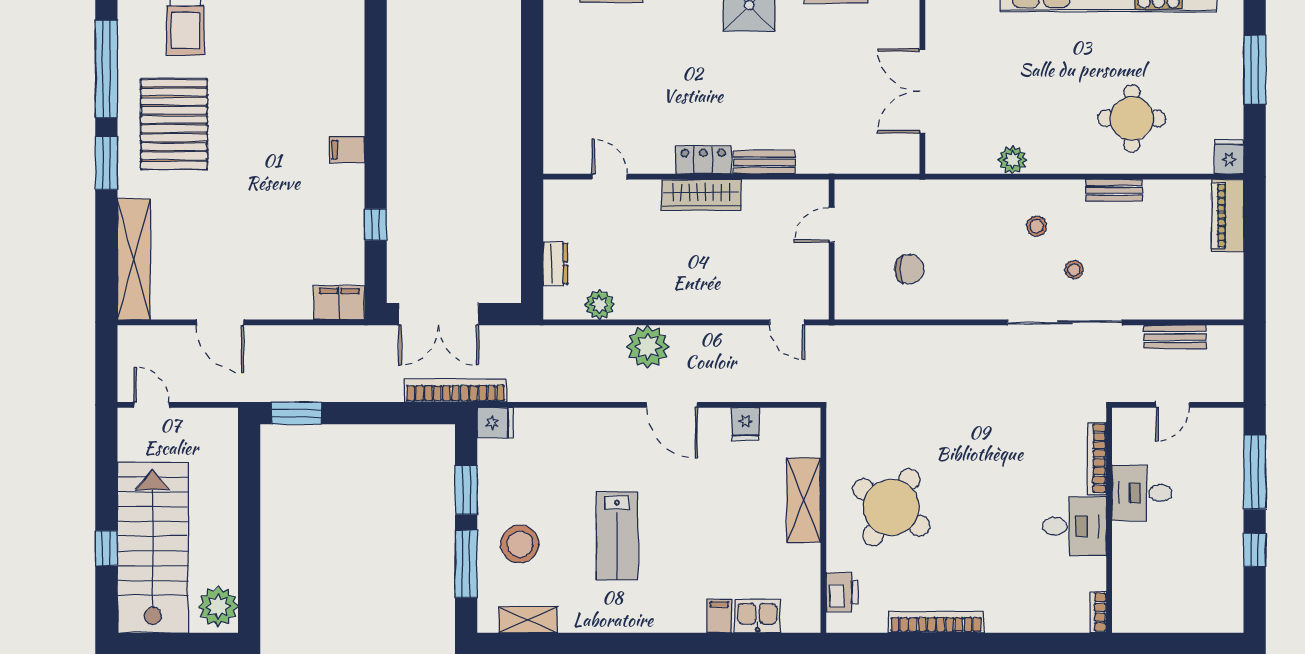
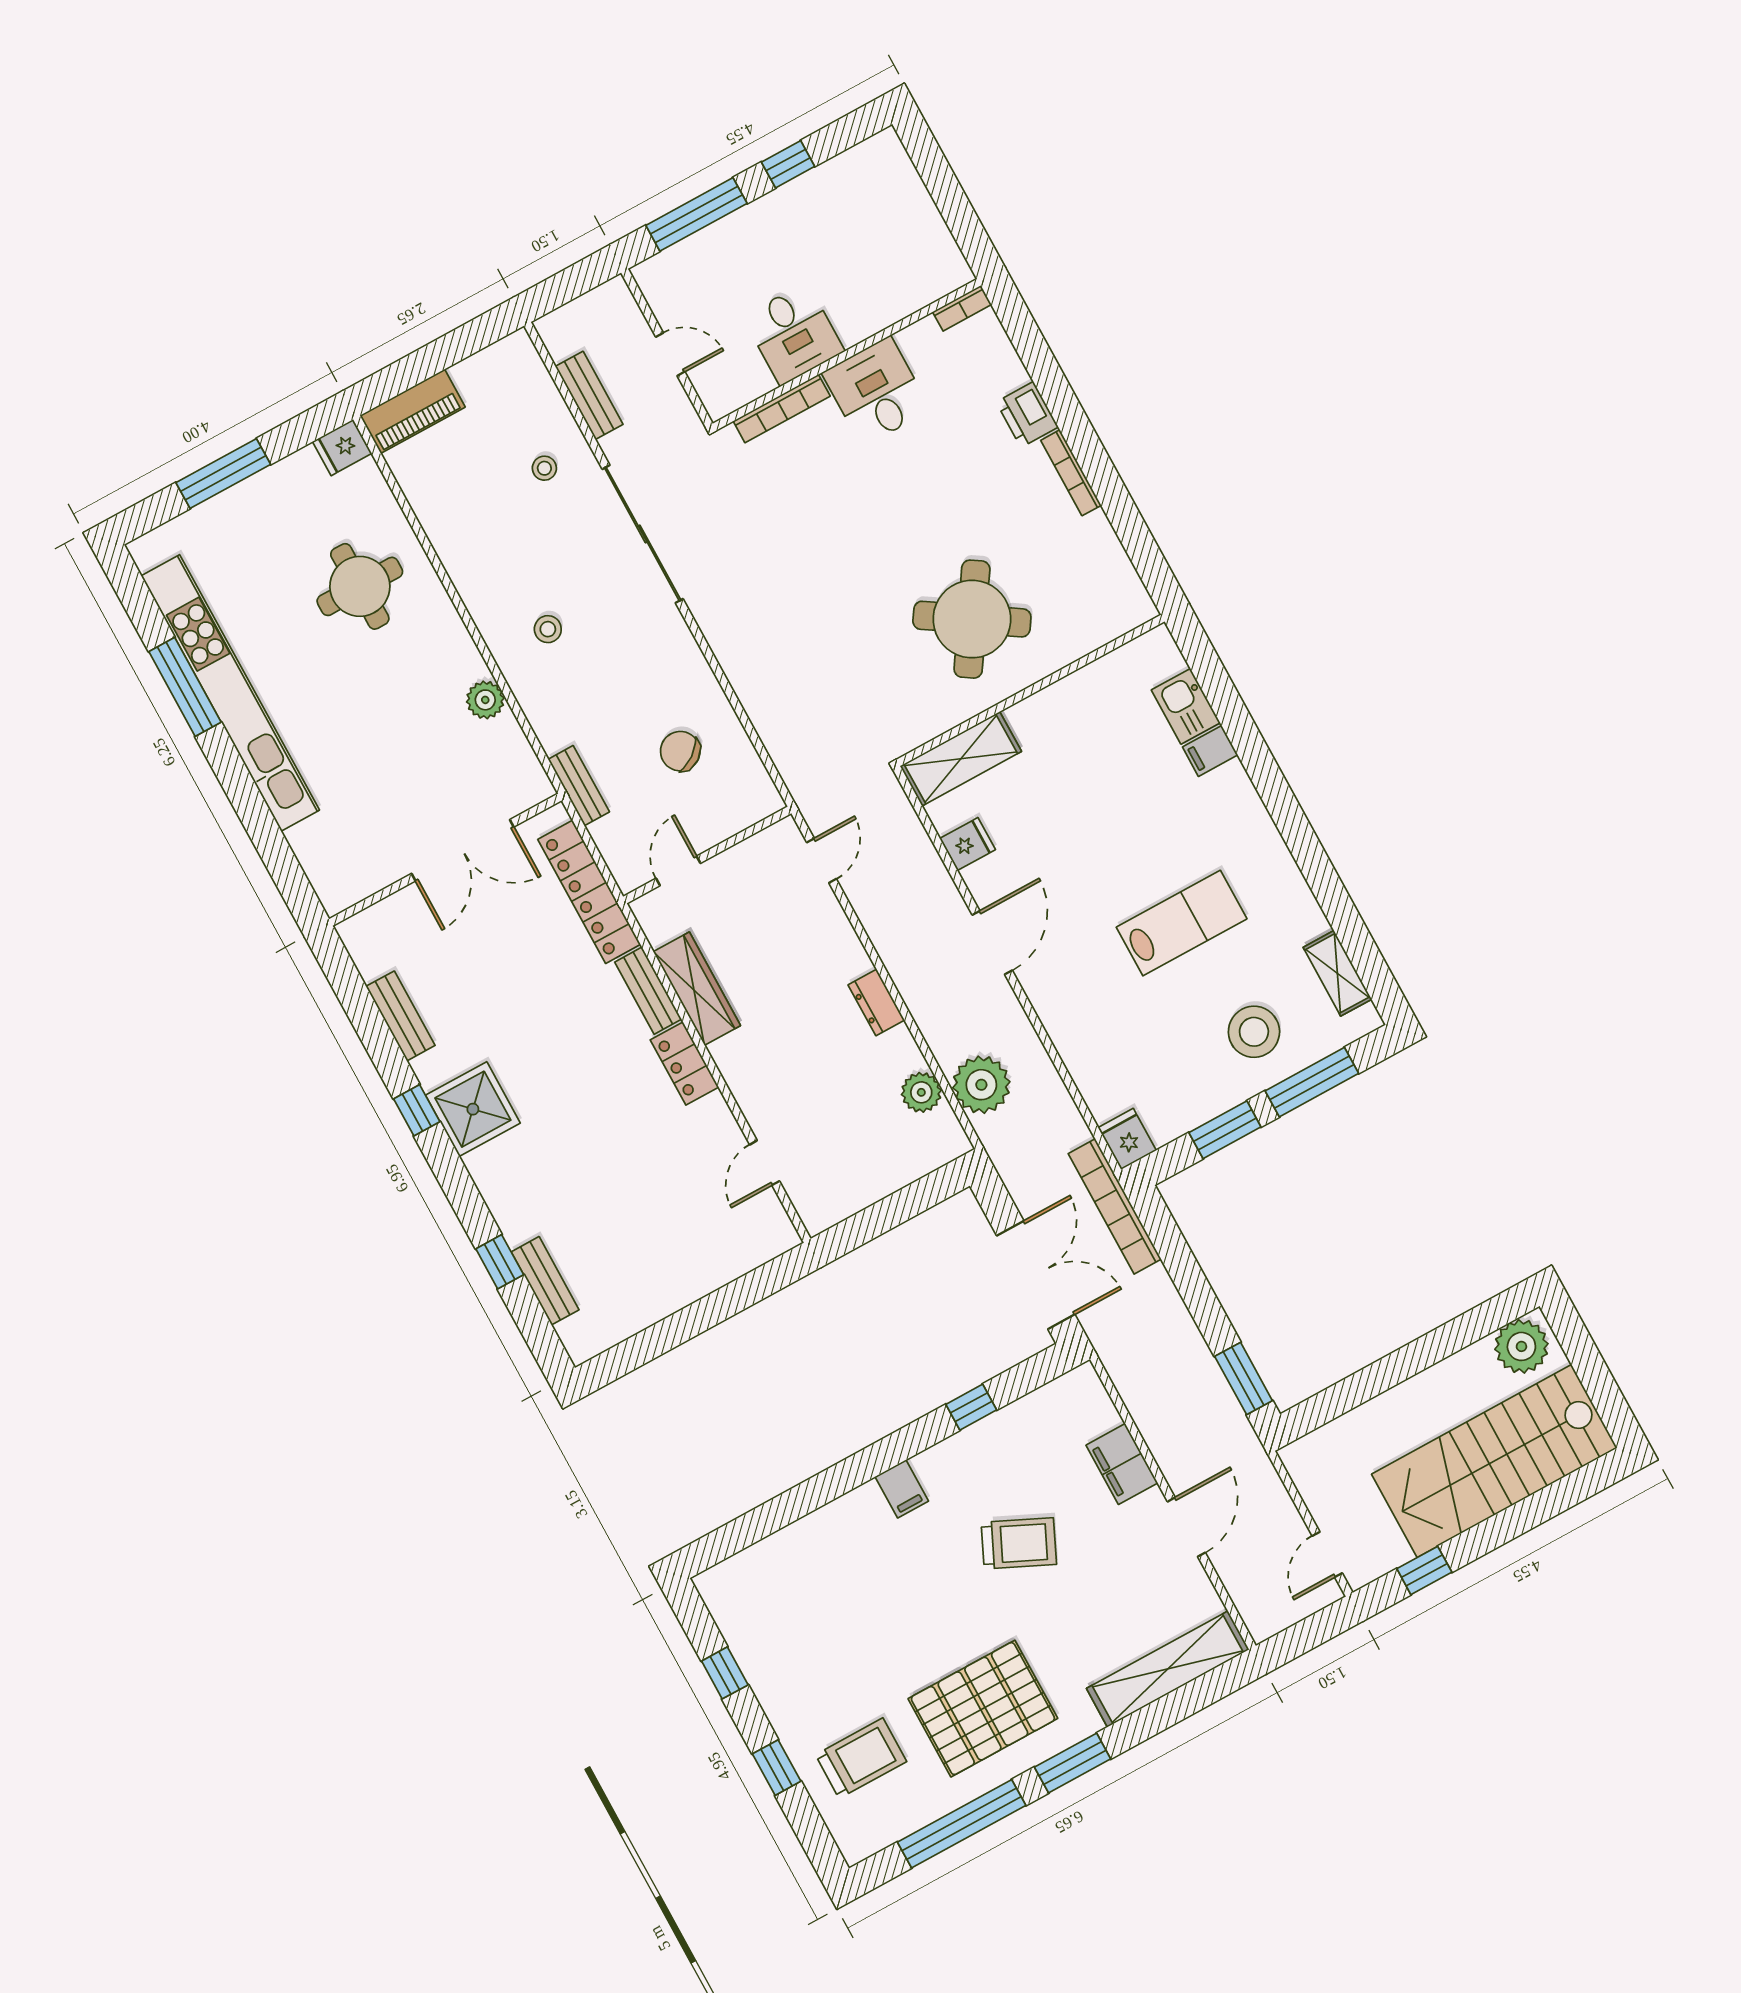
locker: (850, 159) -> (589, 892), added
bench: (1114, 190) -> (579, 786), moved
wardrobe: (701, 195) -> (697, 989), moved
trolley: (269, 207) -> (1019, 1543), added
door: (832, 225) -> (678, 871), swing flipped
dresser: (555, 264) -> (876, 1003), moved, turned -90
chair: (909, 269) -> (680, 751), turned -35
stool: (1074, 270) -> (544, 468), moved
filing cabinet: (339, 303) -> (1122, 1464), moved
plant: (648, 347) -> (981, 1085), moved
shelving: (804, 500) -> (961, 759), moved
window: (106, 548) -> (1424, 1570), moved
printer: (842, 592) -> (1027, 415), moved, turned -90
bookcase: (936, 622) -> (1071, 473), width x0.68, depth x0.76

